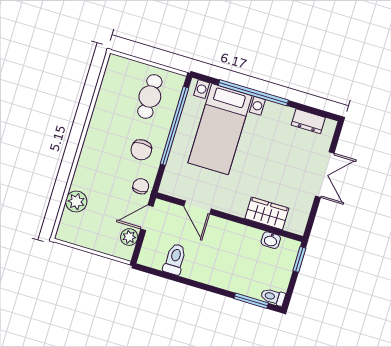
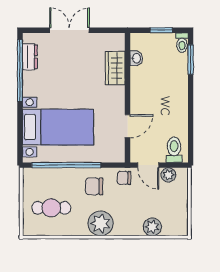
window: (253, 93) -> (20, 71), moved
cafe table: (150, 97) -> (51, 208), moved
plant: (98, 145) -> (100, 223), added
chair: (141, 150) -> (94, 186), turned 180
toilet: (175, 259) -> (174, 150), moved, turned 90
window: (299, 259) -> (161, 30), moved

